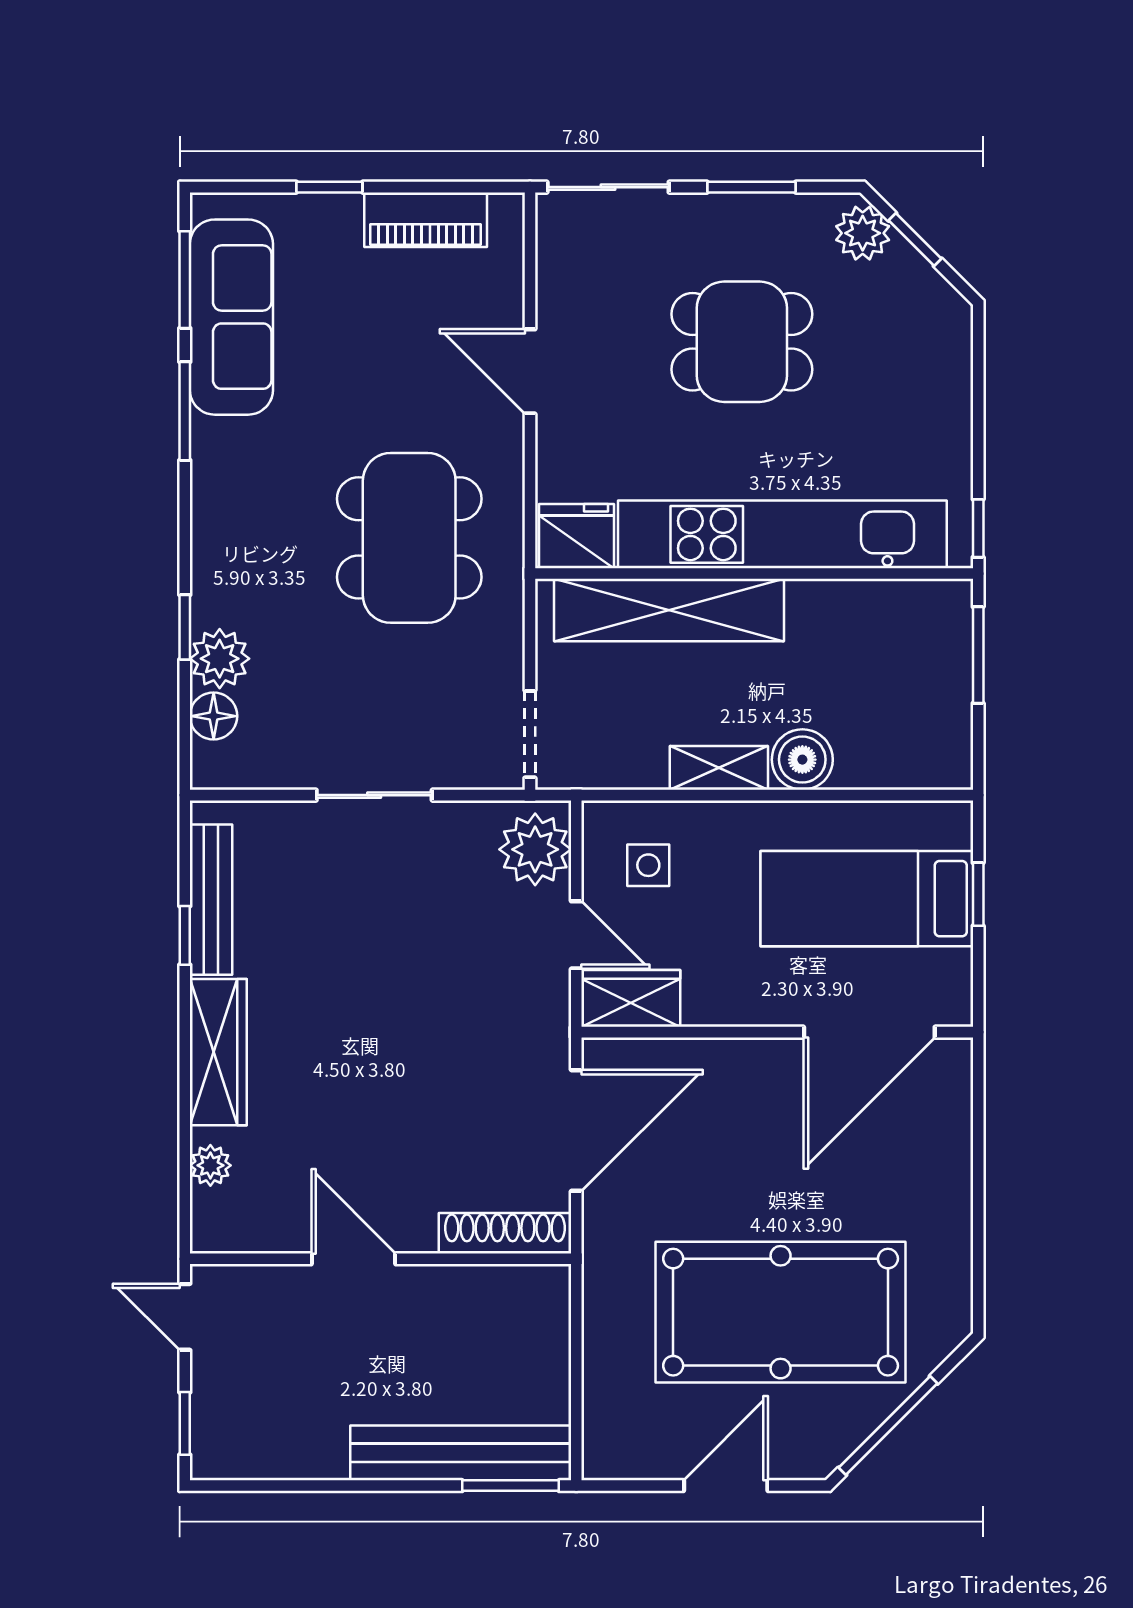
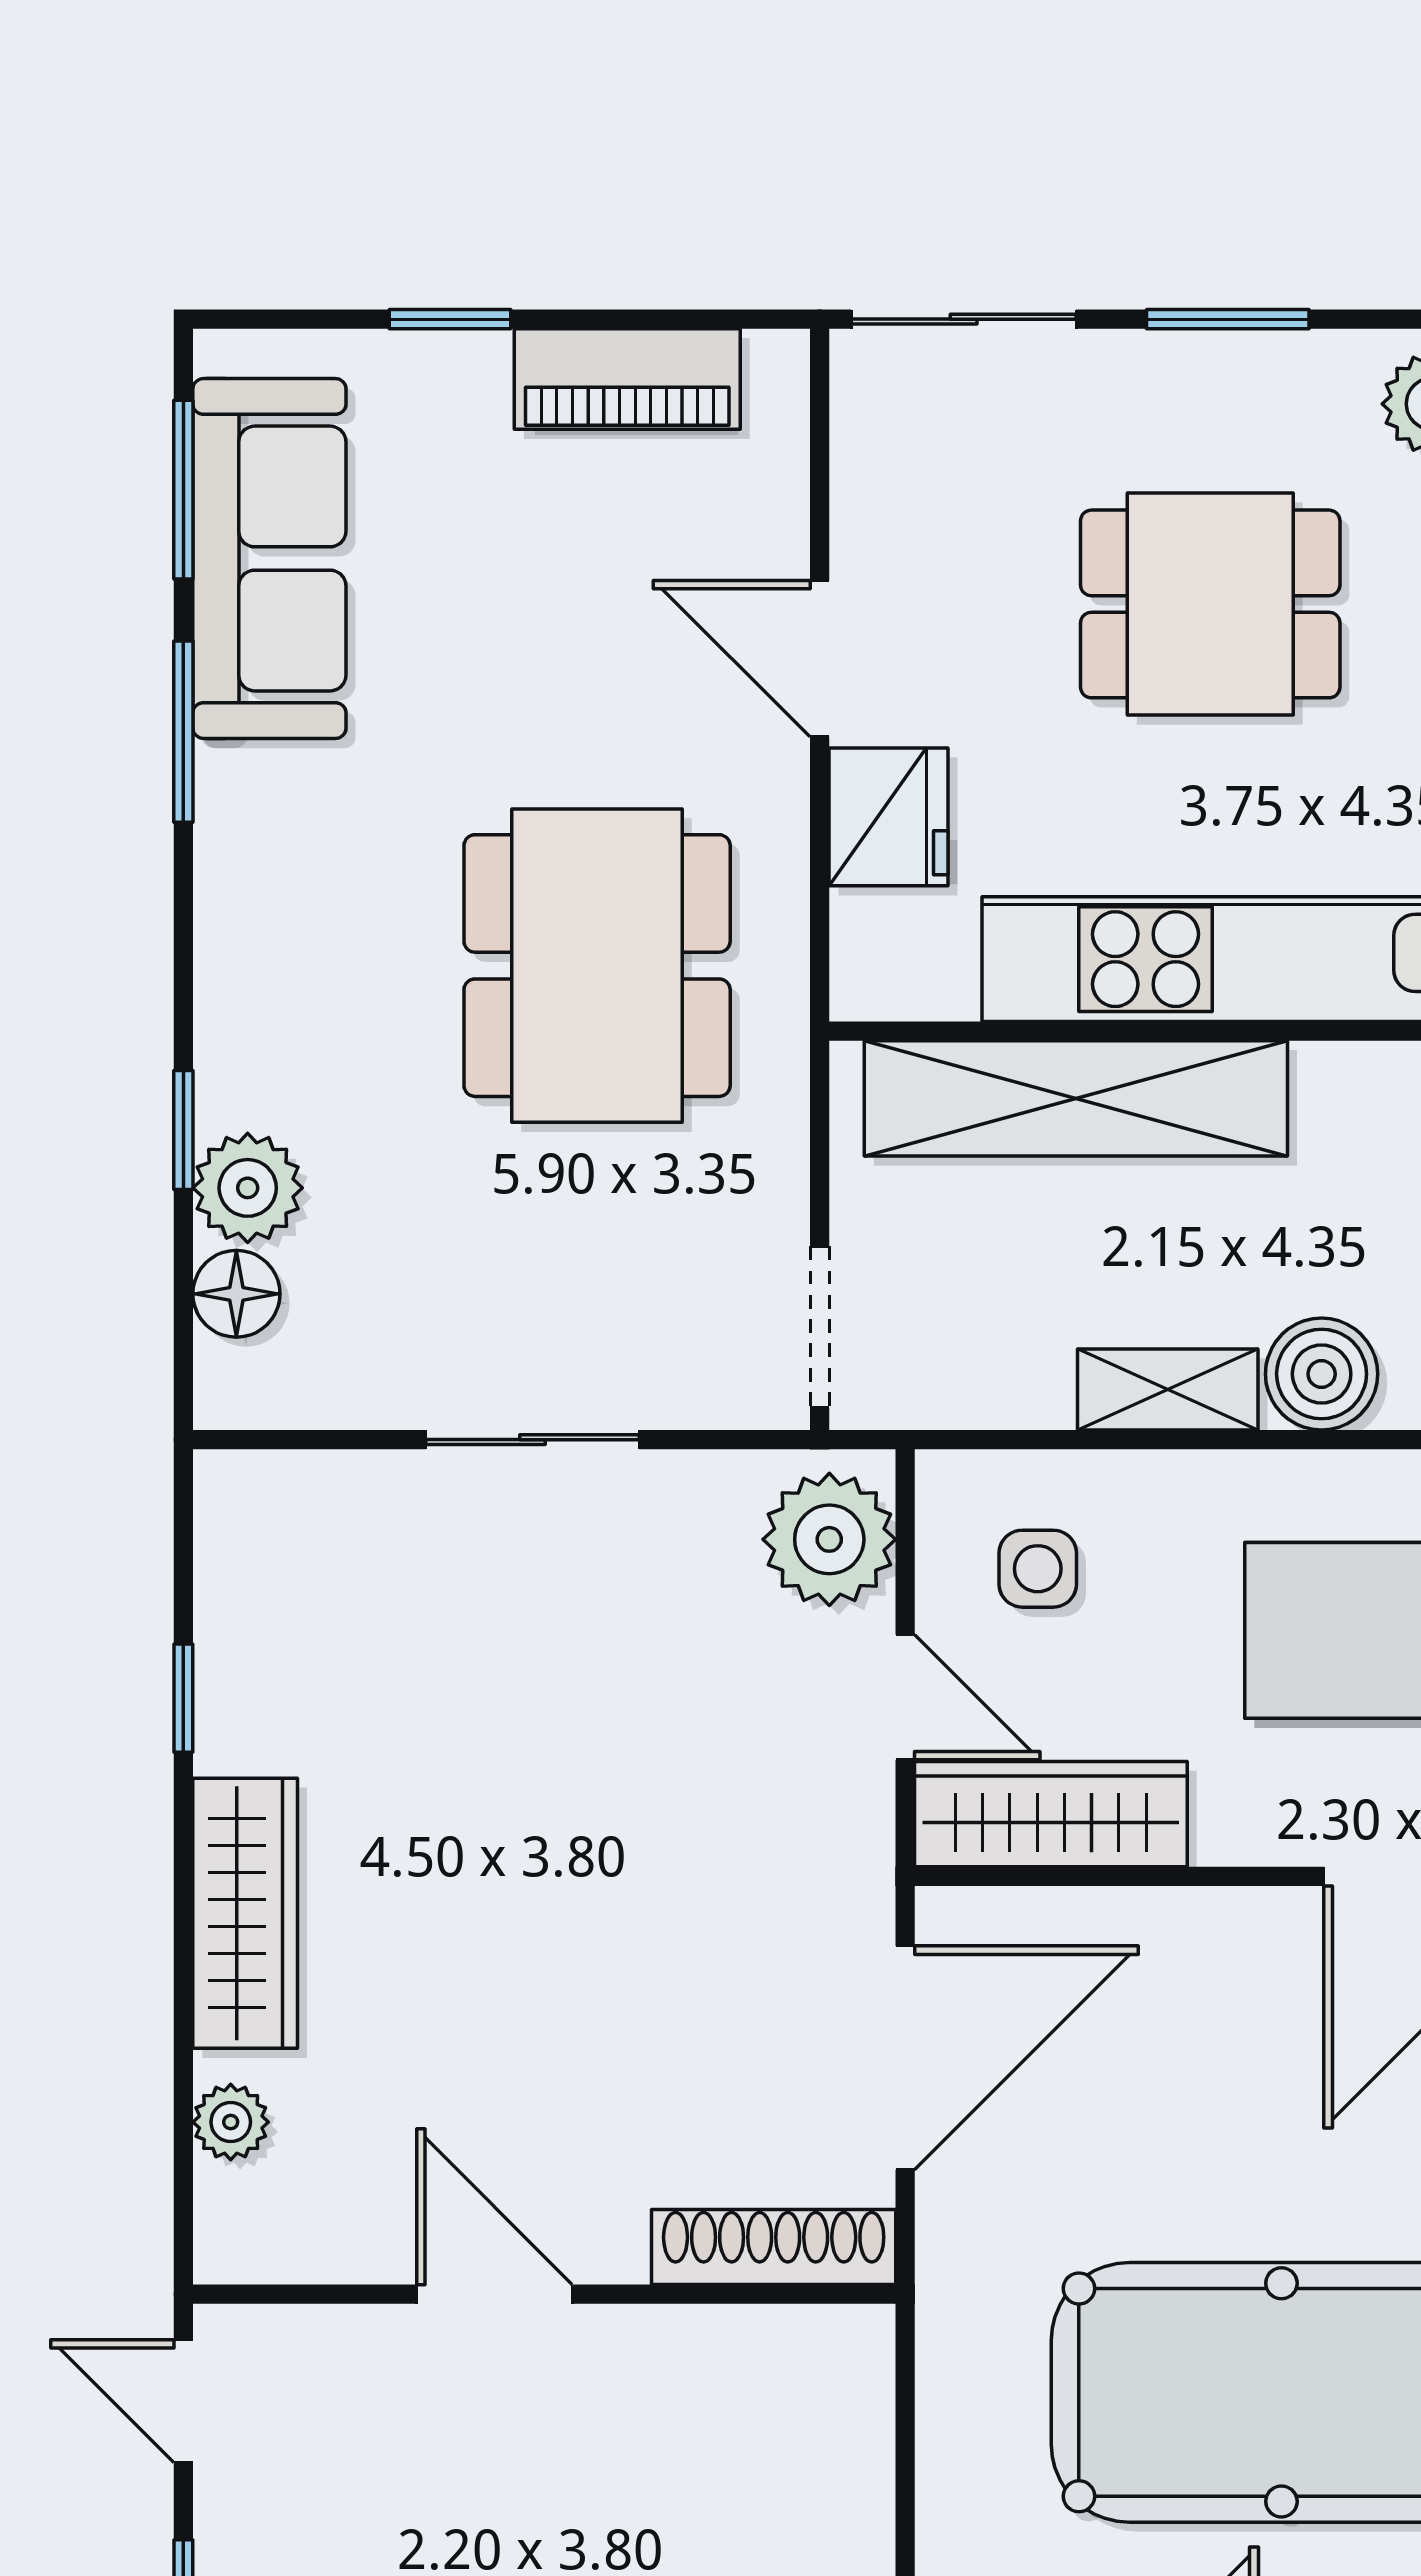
fridge: (577, 536) -> (888, 817), moved, turned 90
bench: (211, 900) -> (232, 1632), removed
wardrobe: (631, 998) -> (1051, 1814), width x1.50

